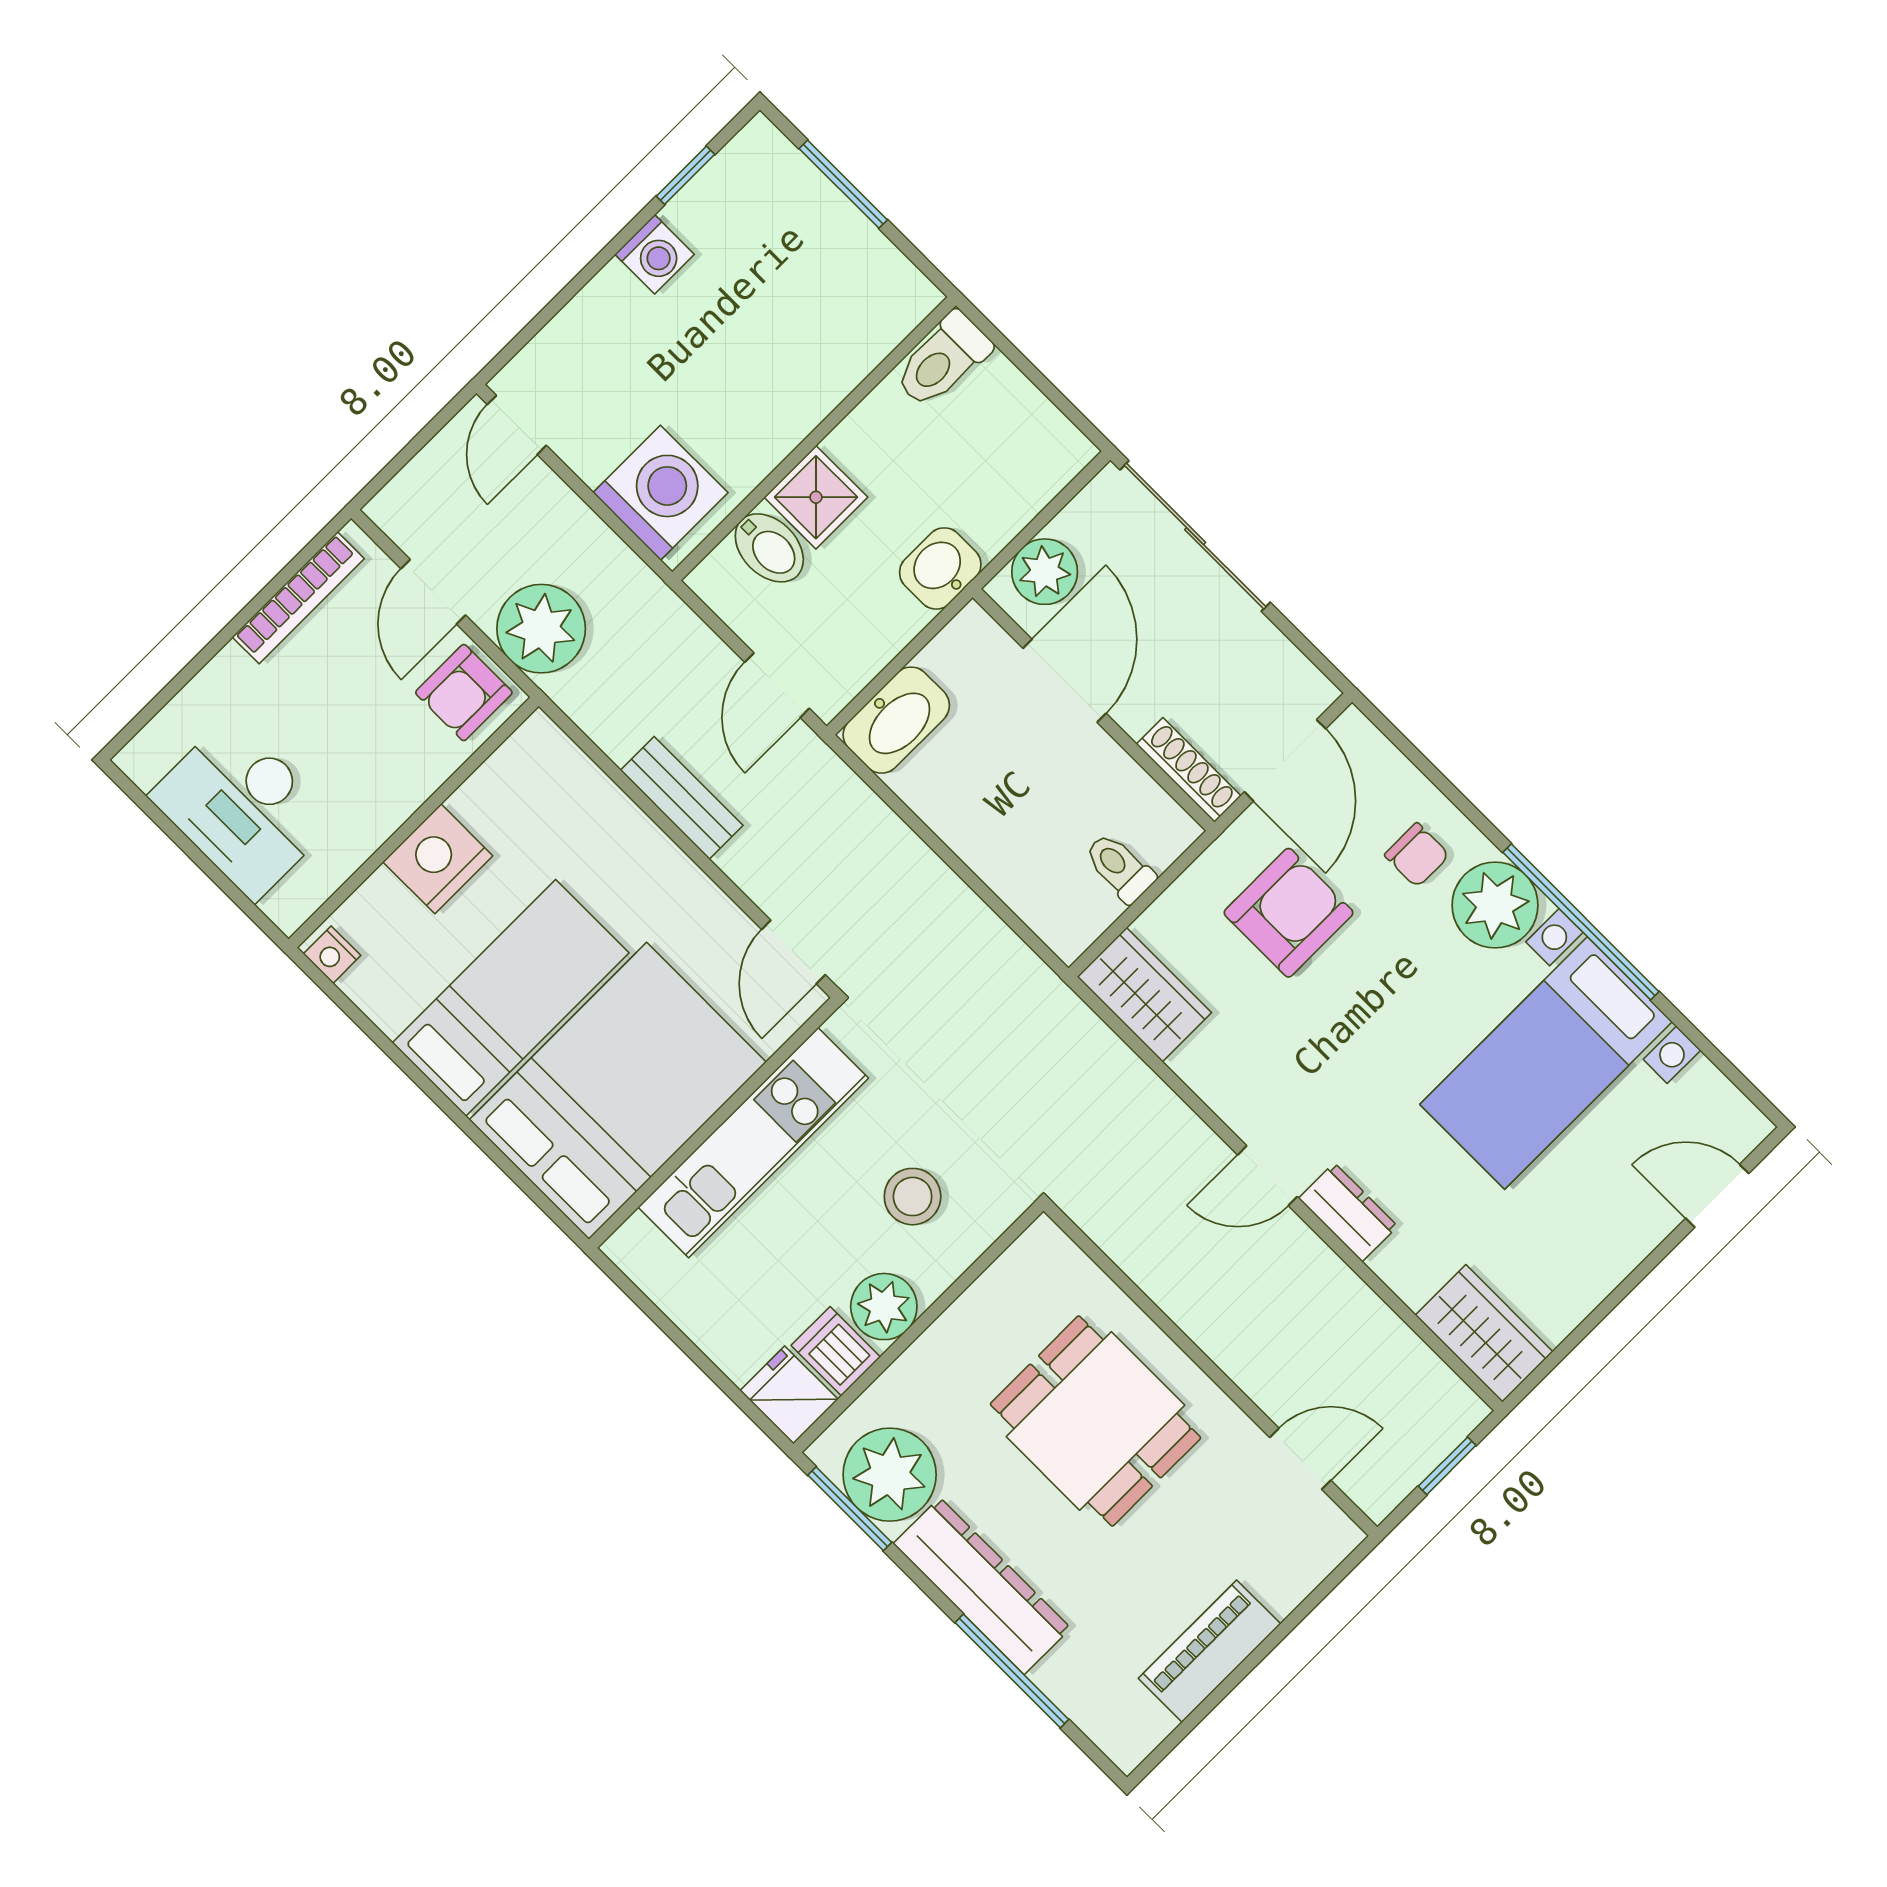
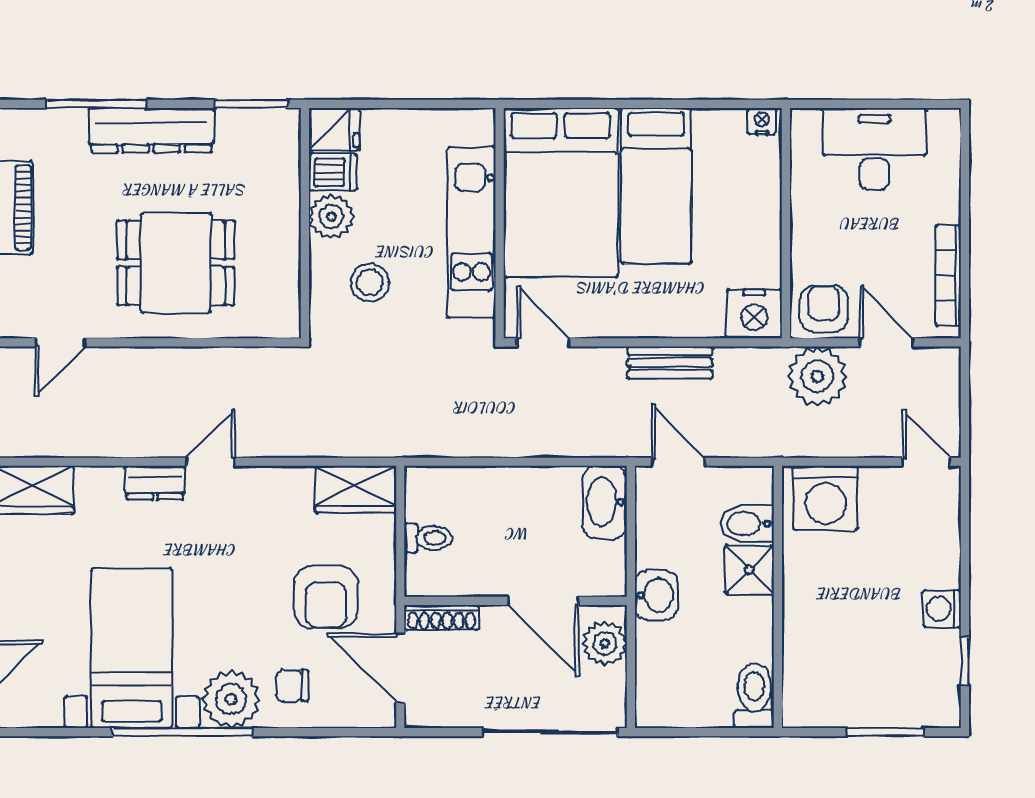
nightstand: (438, 859) -> (754, 314), moved, turned 90
plant: (890, 1475) -> (248, 139), removed

